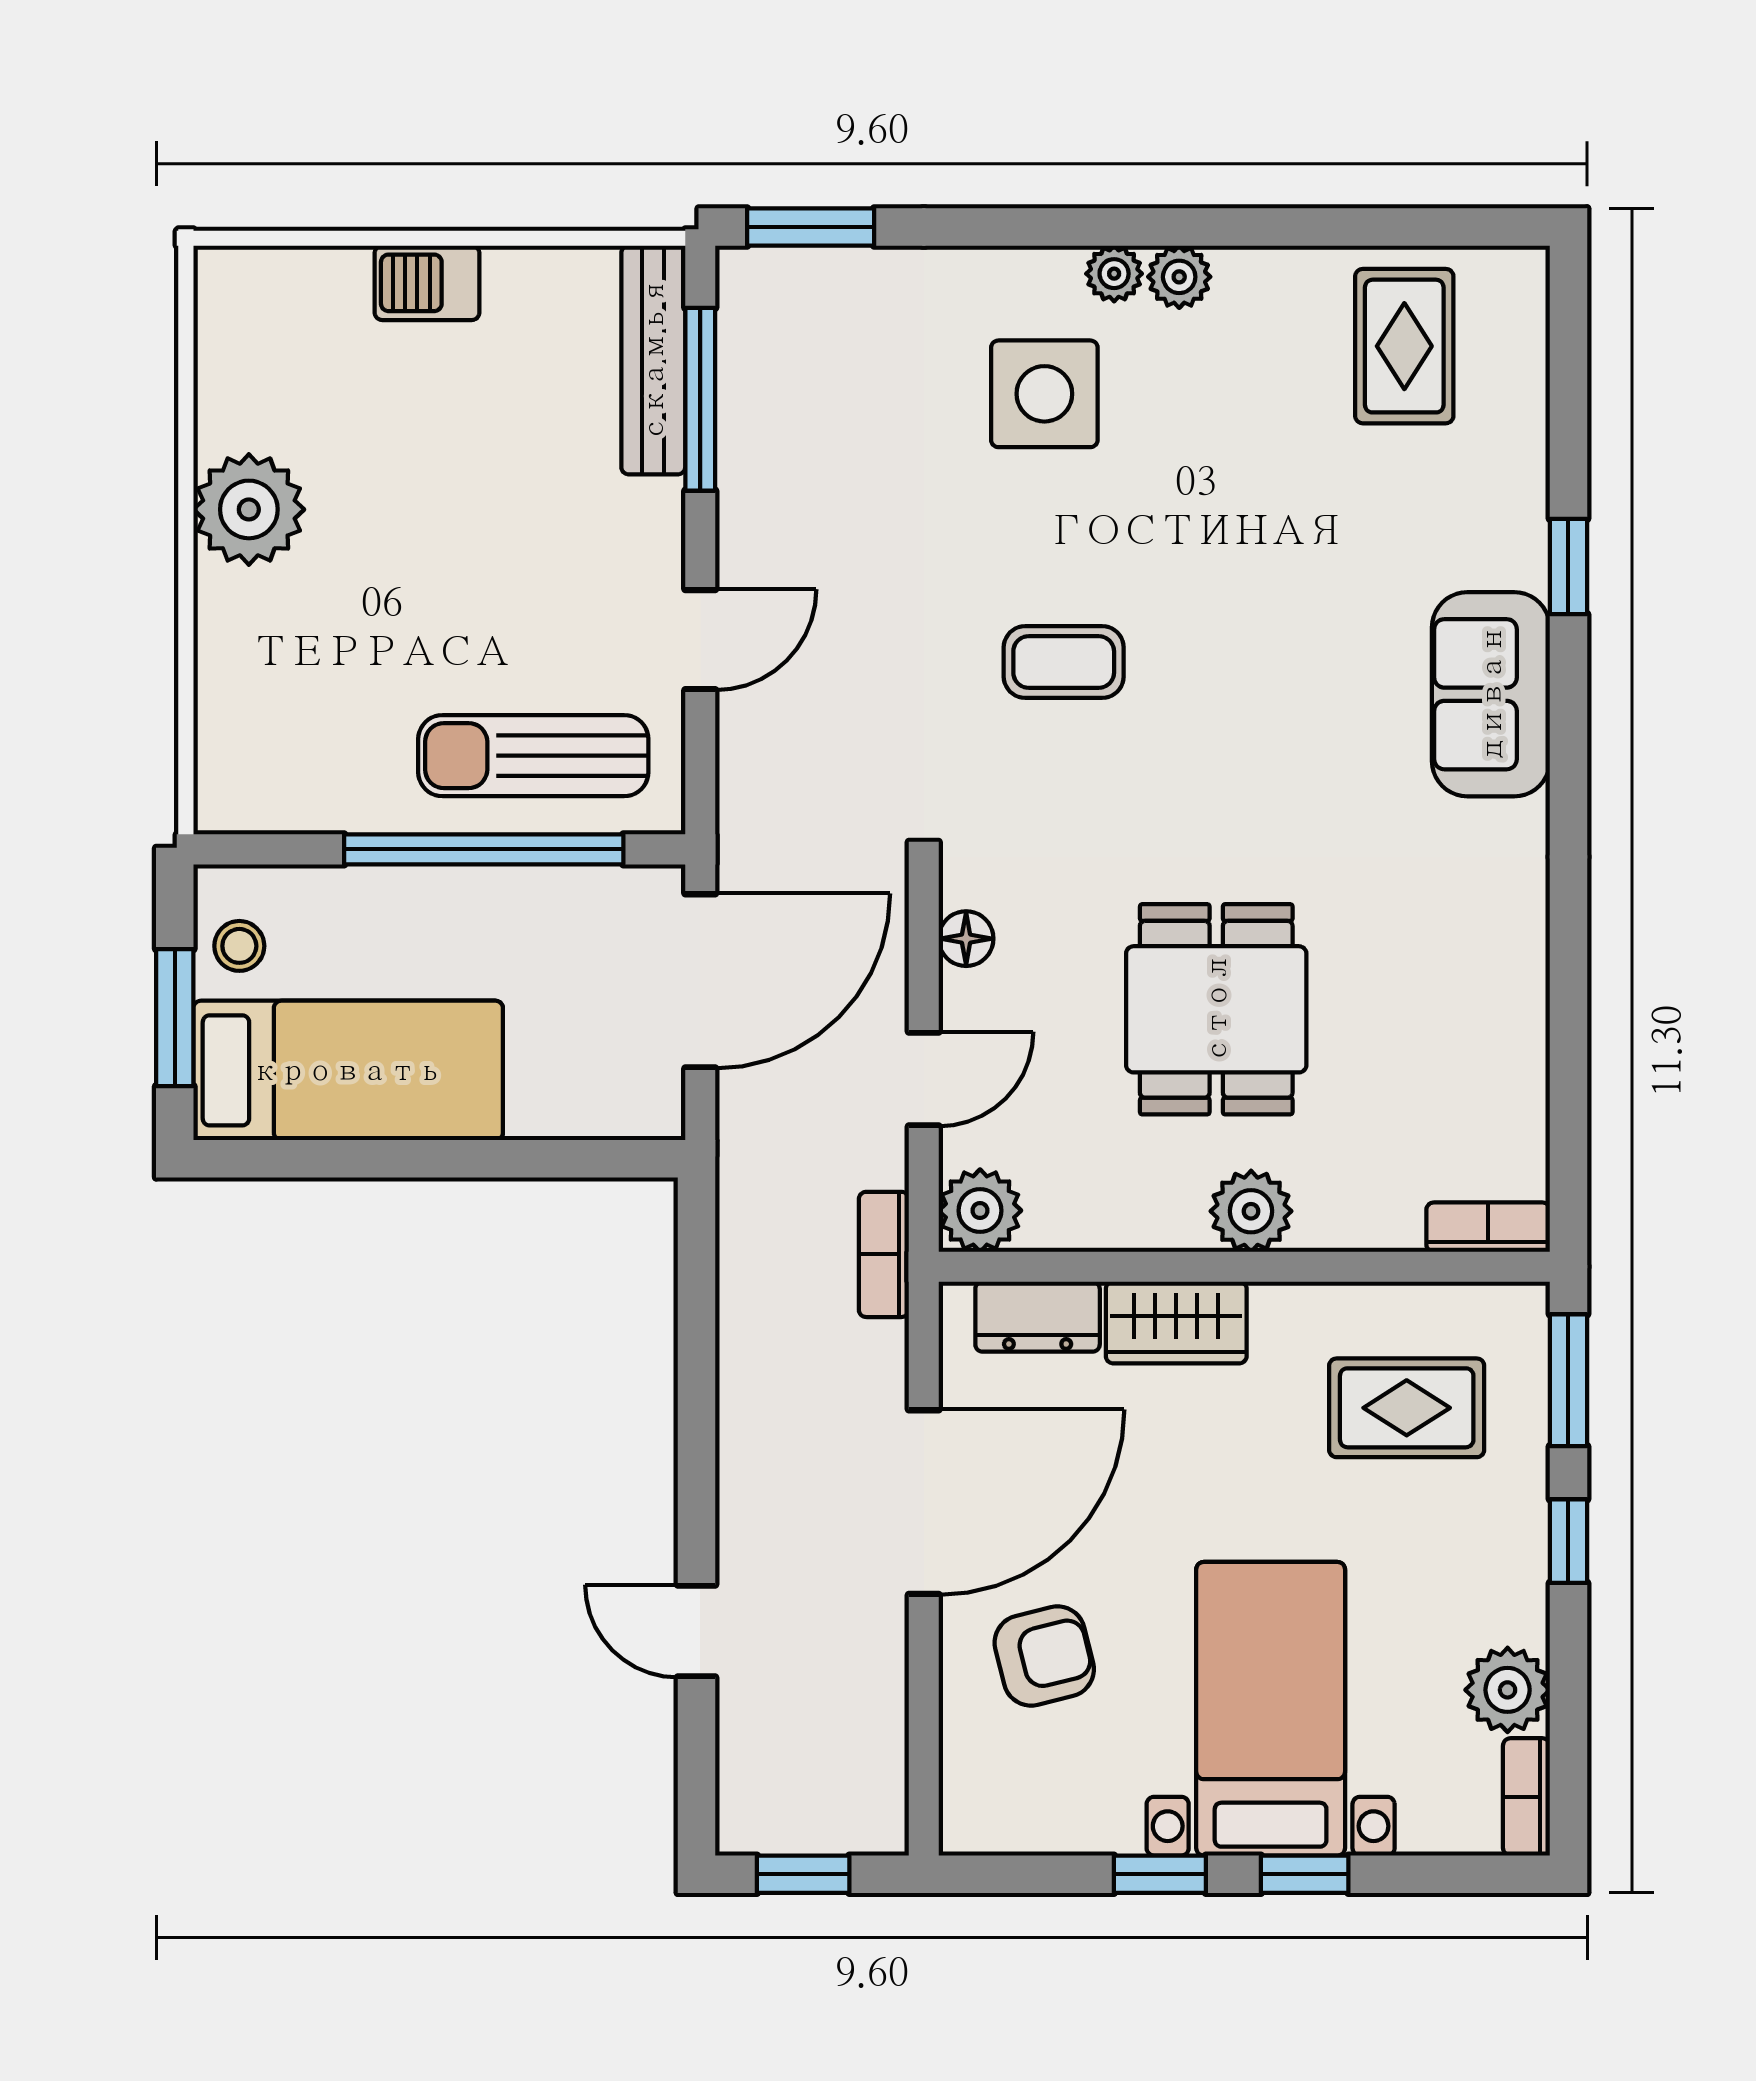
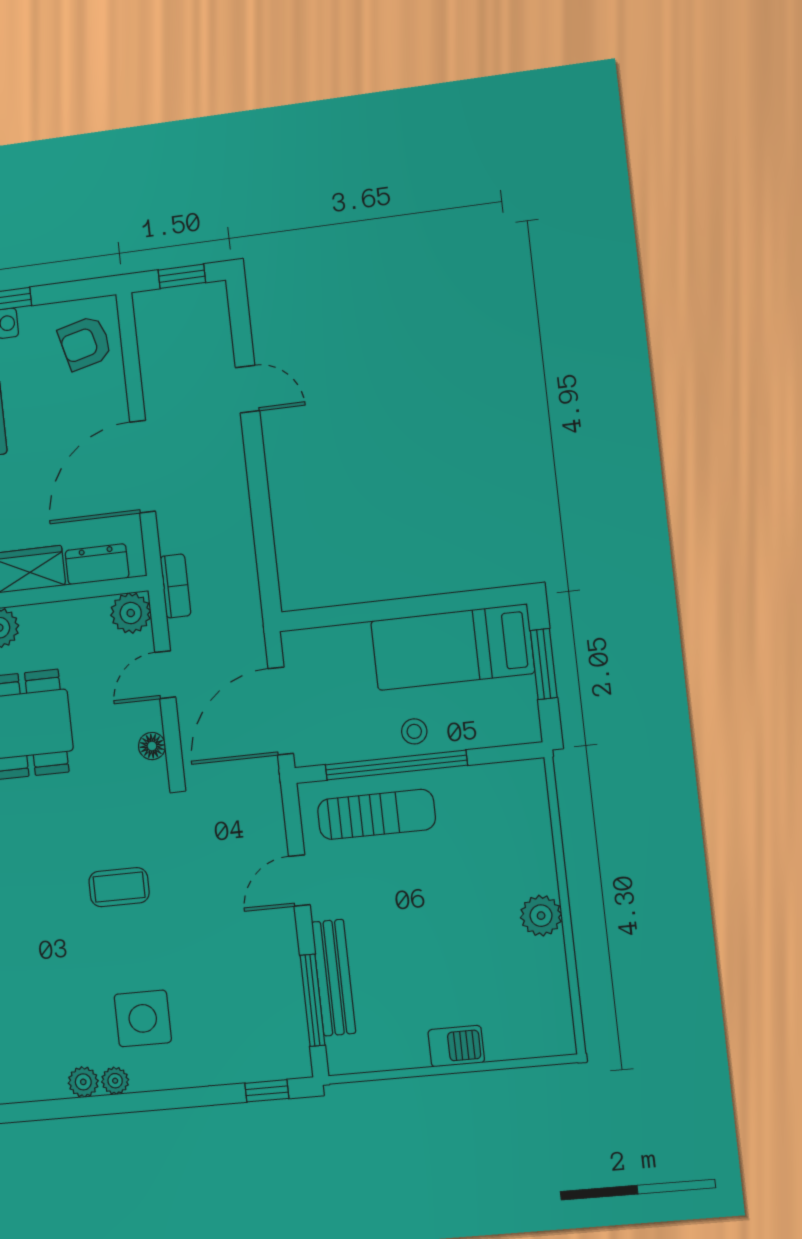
window: (811, 227) -> (267, 1091), width x0.67
bench: (653, 360) -> (334, 978), moved
plant: (249, 509) -> (541, 916), width x0.73, depth x0.73
stool: (239, 946) -> (414, 731), moved
armchair: (1044, 1656) -> (85, 343), moved

